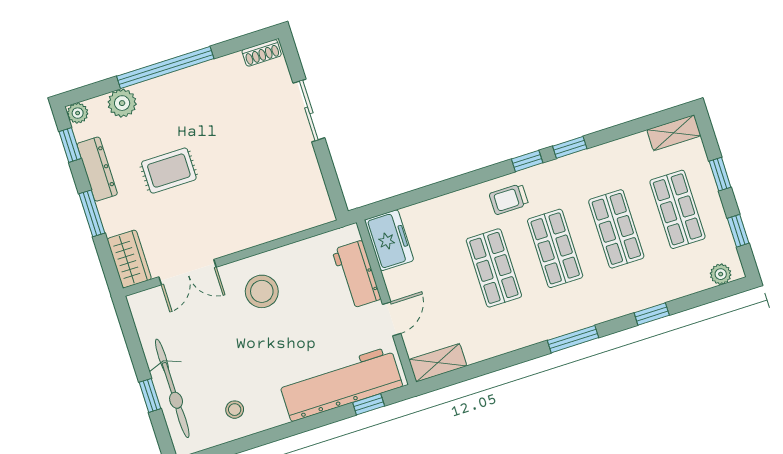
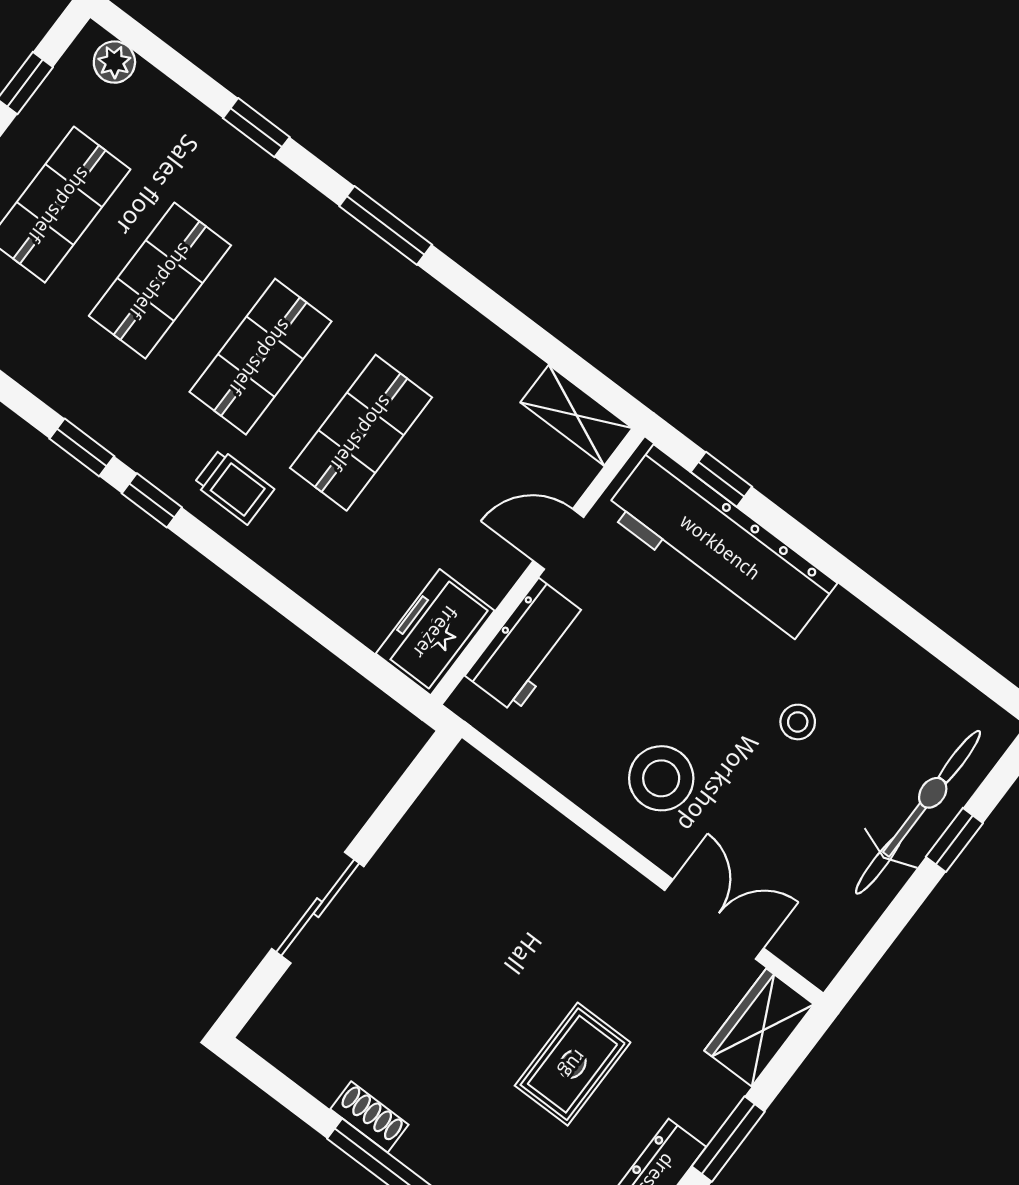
shoe rack: (262, 53) -> (369, 1117), moved
rug: (169, 171) -> (573, 1064), turned 90
stool: (235, 410) -> (798, 722), moved

